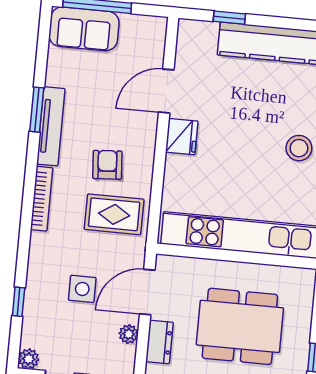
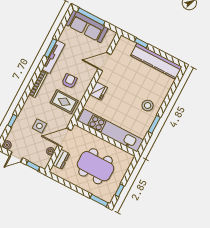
sofa: (84, 29) -> (87, 26), width x1.36
fridge: (182, 137) -> (99, 91), moved

